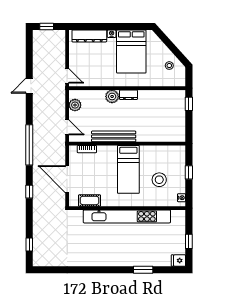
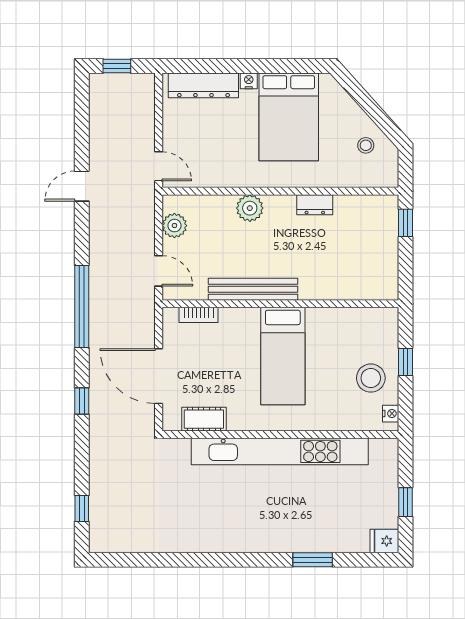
dresser: (128, 95) -> (315, 205), moved
stool: (159, 180) -> (371, 378), moved

